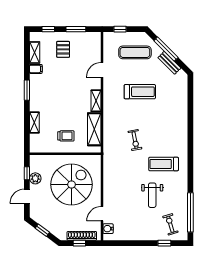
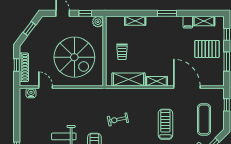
pallet: (63, 49) -> (207, 49), width x1.50, depth x1.42
door: (102, 70) -> (187, 87), width x1.88
treadmill: (140, 92) -> (165, 124), turned 180
plant: (35, 178) -> (98, 22), moved

